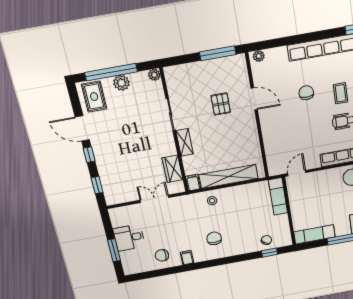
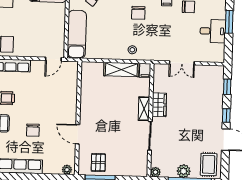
pallet: (221, 104) -> (98, 163), moved
wardrobe: (172, 169) -> (159, 105), moved
shelving: (229, 177) -> (121, 70), width x0.68
exam couch: (278, 196) -> (77, 34), width x1.36, depth x1.45

